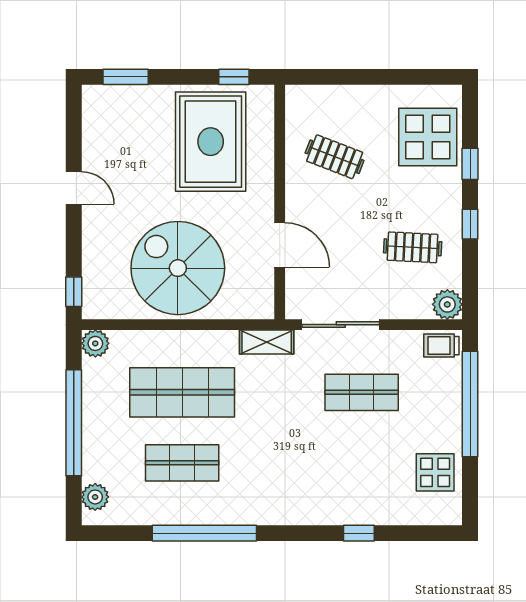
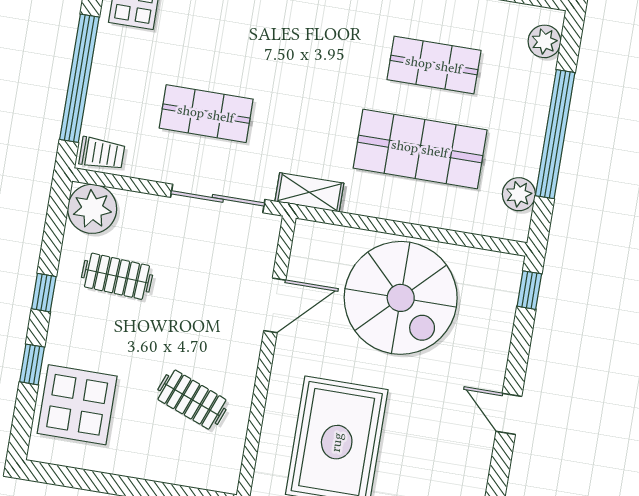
door: (280, 245) -> (275, 305), swing flipped
plant: (447, 304) -> (92, 209), width x1.36, depth x1.36
plant: (95, 343) -> (519, 194), moved

